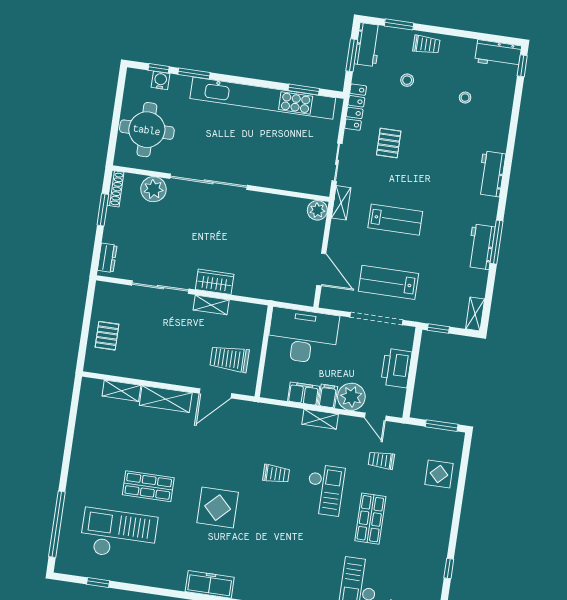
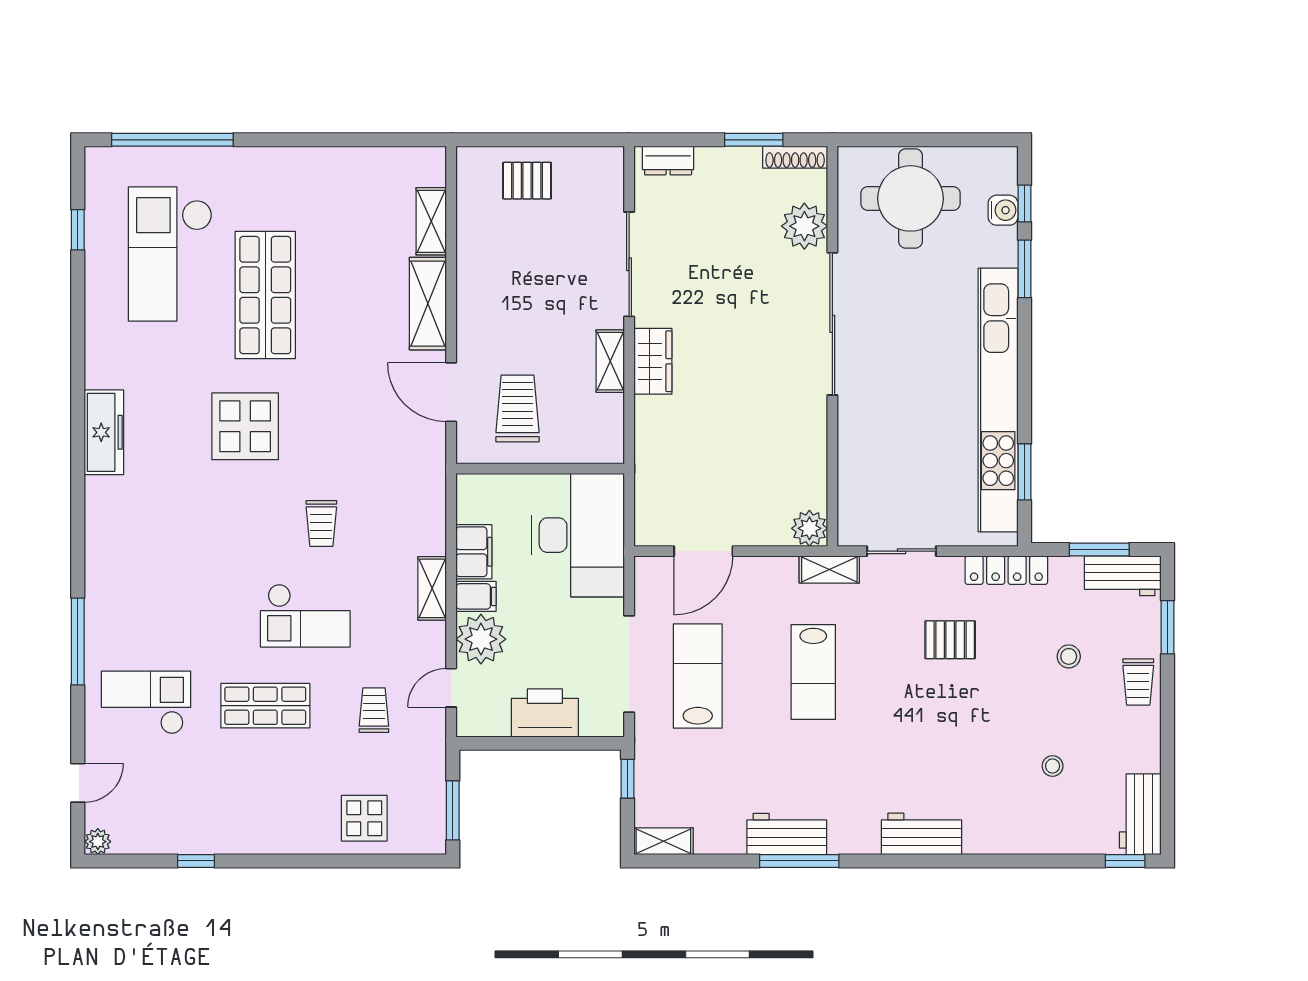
shop shelf: (148, 486) -> (265, 295), width x1.43, depth x1.36
checkout: (119, 534) -> (170, 254), turned 180

